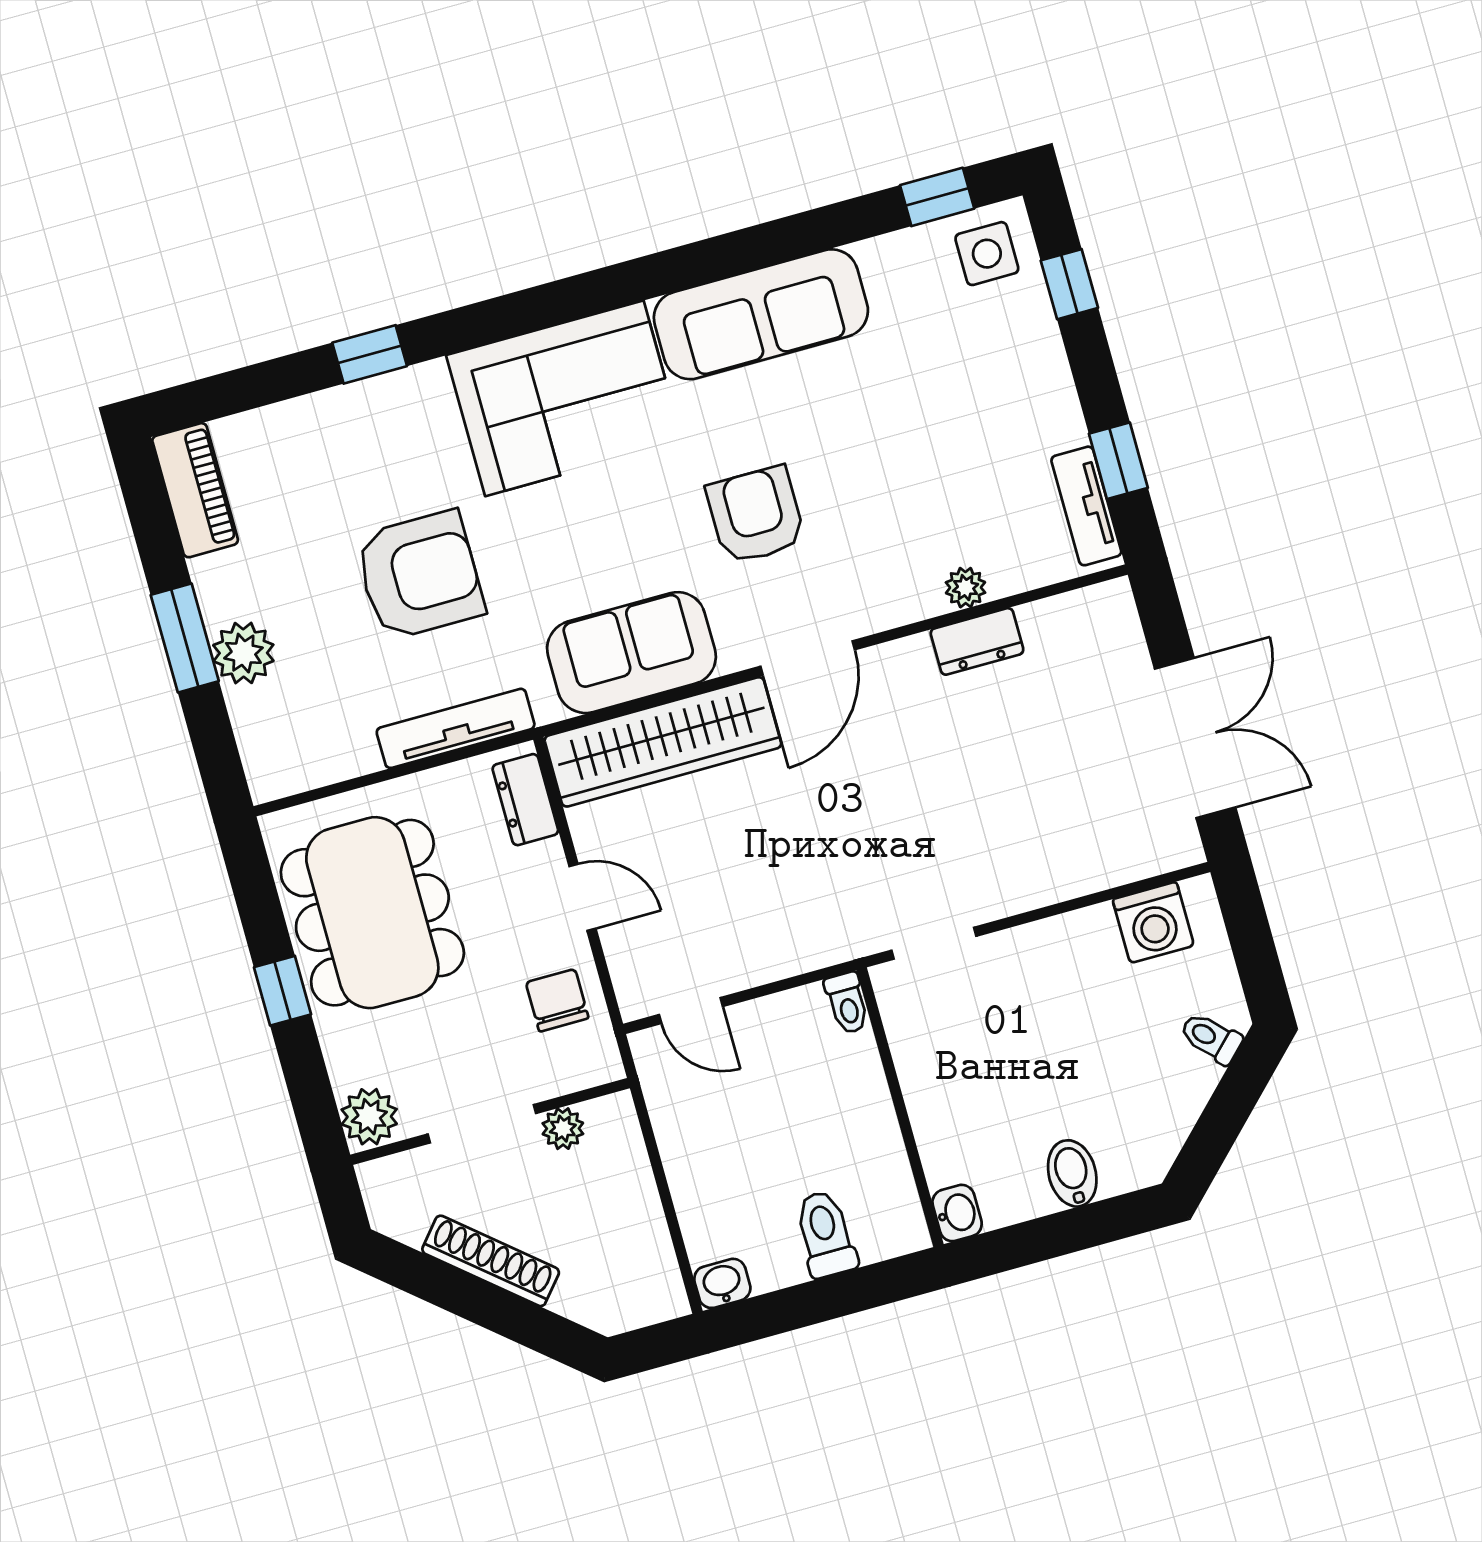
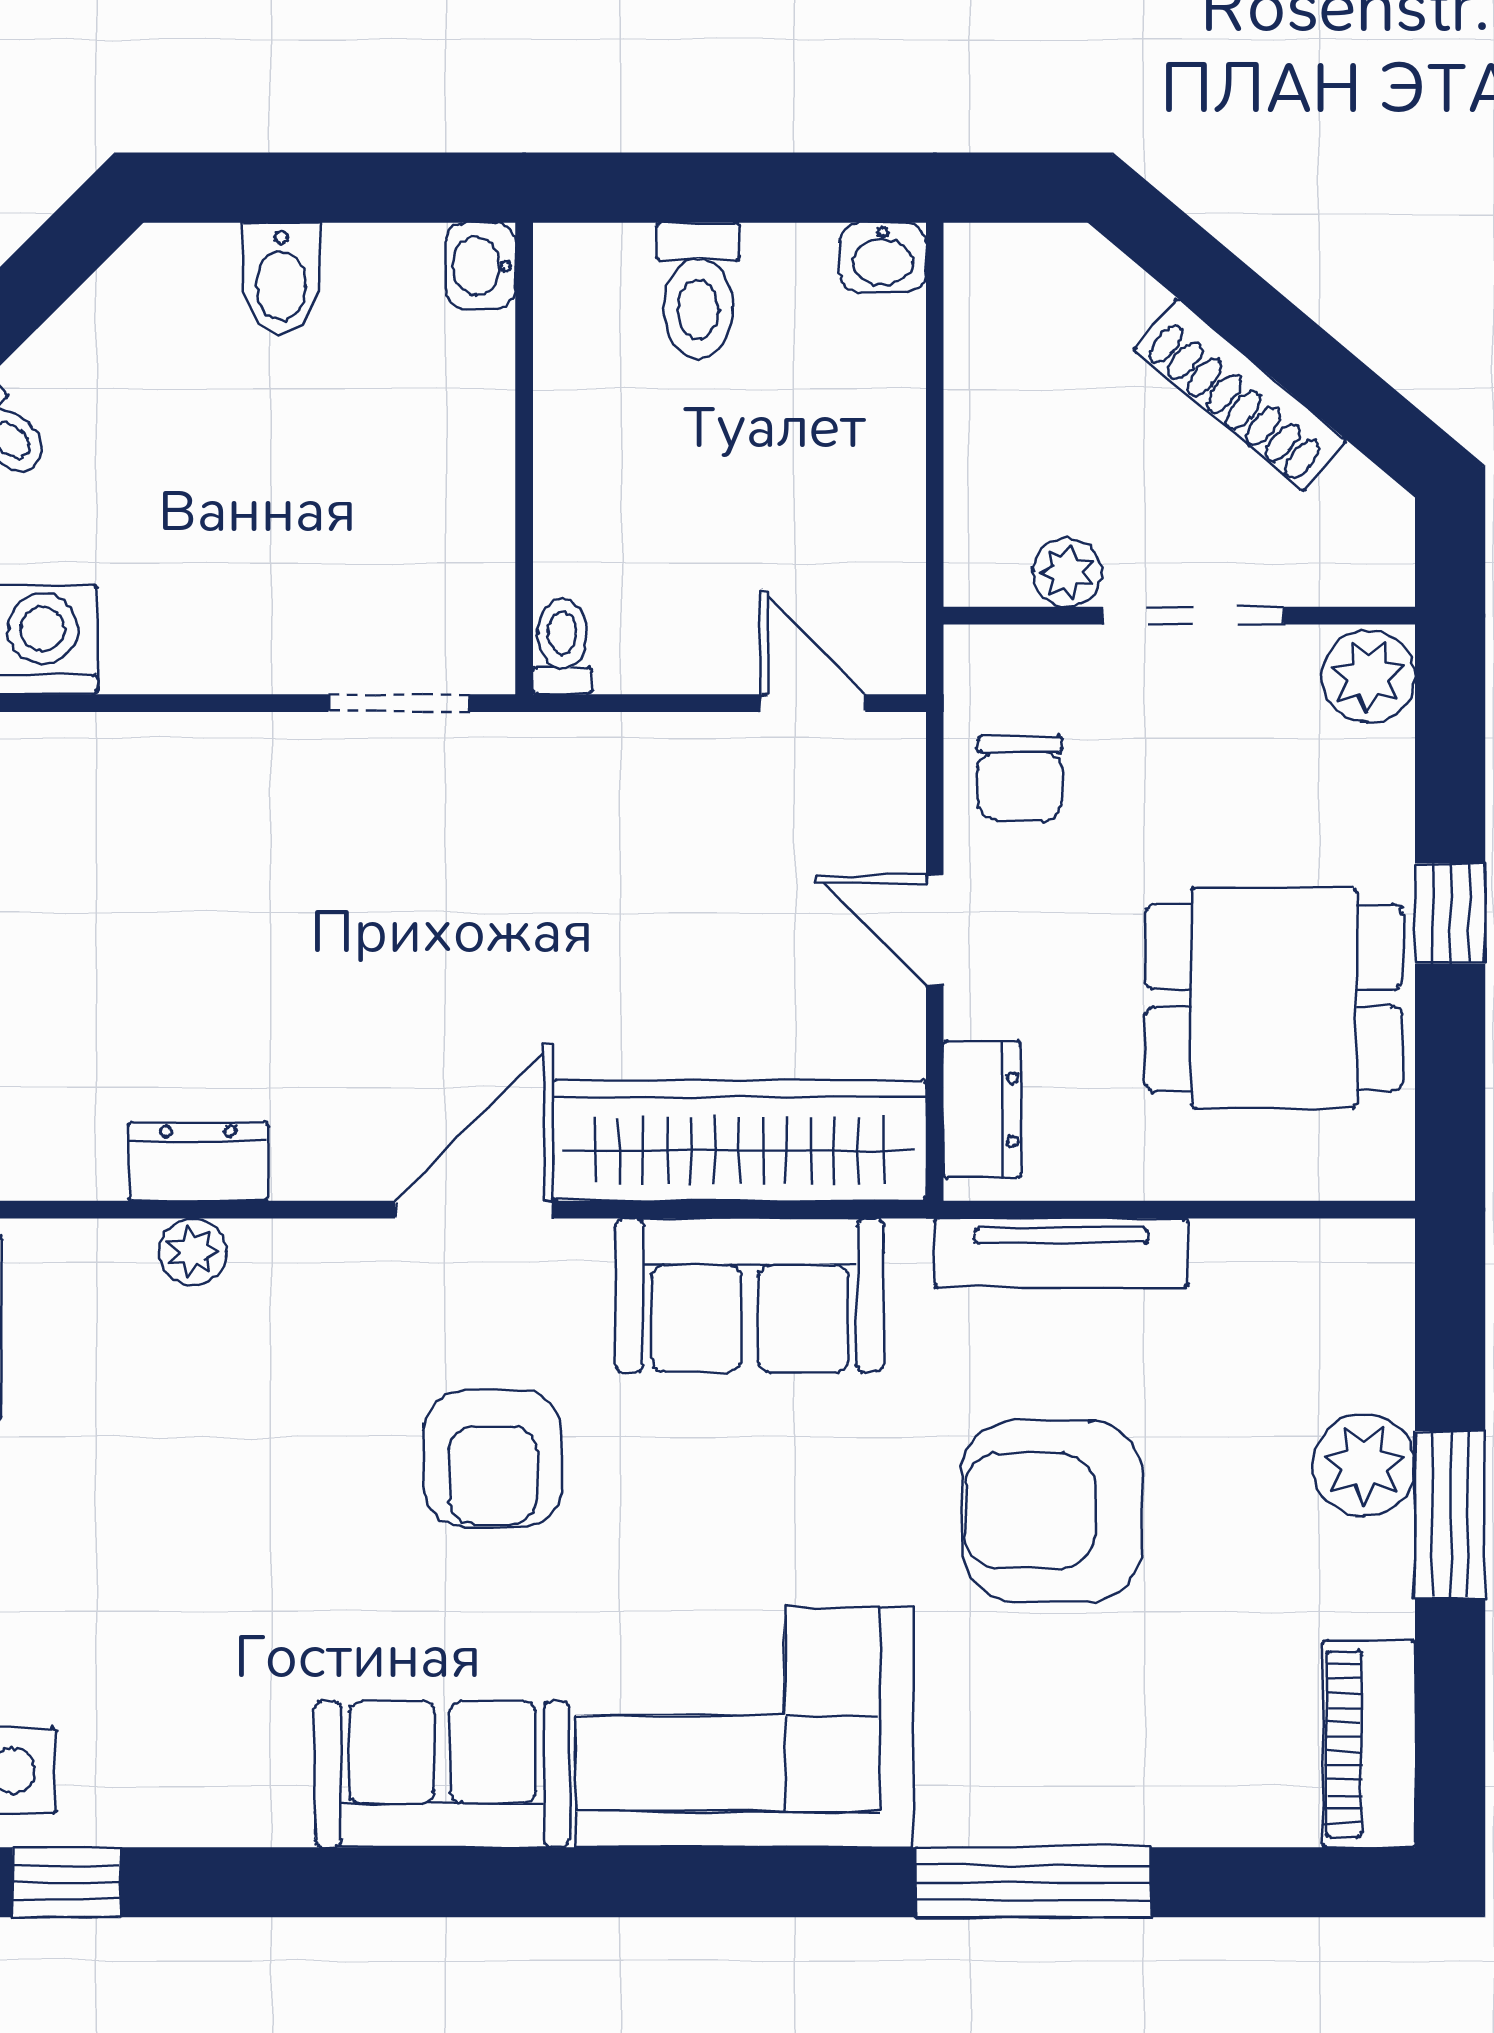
sofa: (761, 314) -> (442, 1774), width x0.73
window: (370, 354) -> (1033, 1882), width x2.17
dining table: (372, 913) -> (1274, 998), width x0.73

